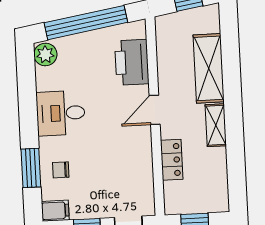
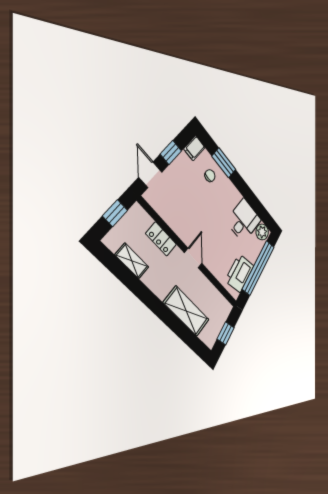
printer: (132, 62) -> (240, 273), moved, turned -99
desk: (61, 113) -> (244, 221), moved
shelving: (216, 125) -> (132, 261), moved

